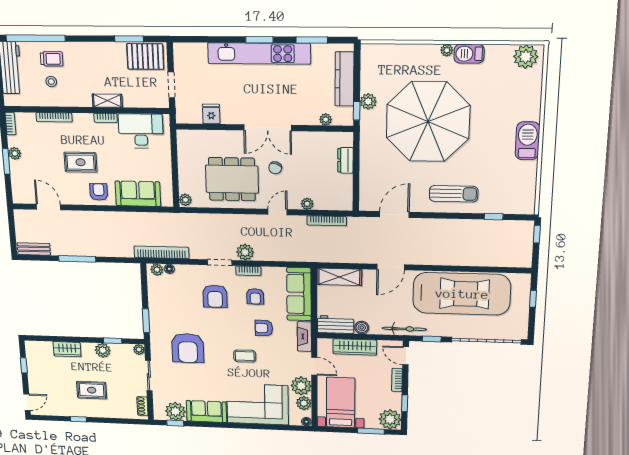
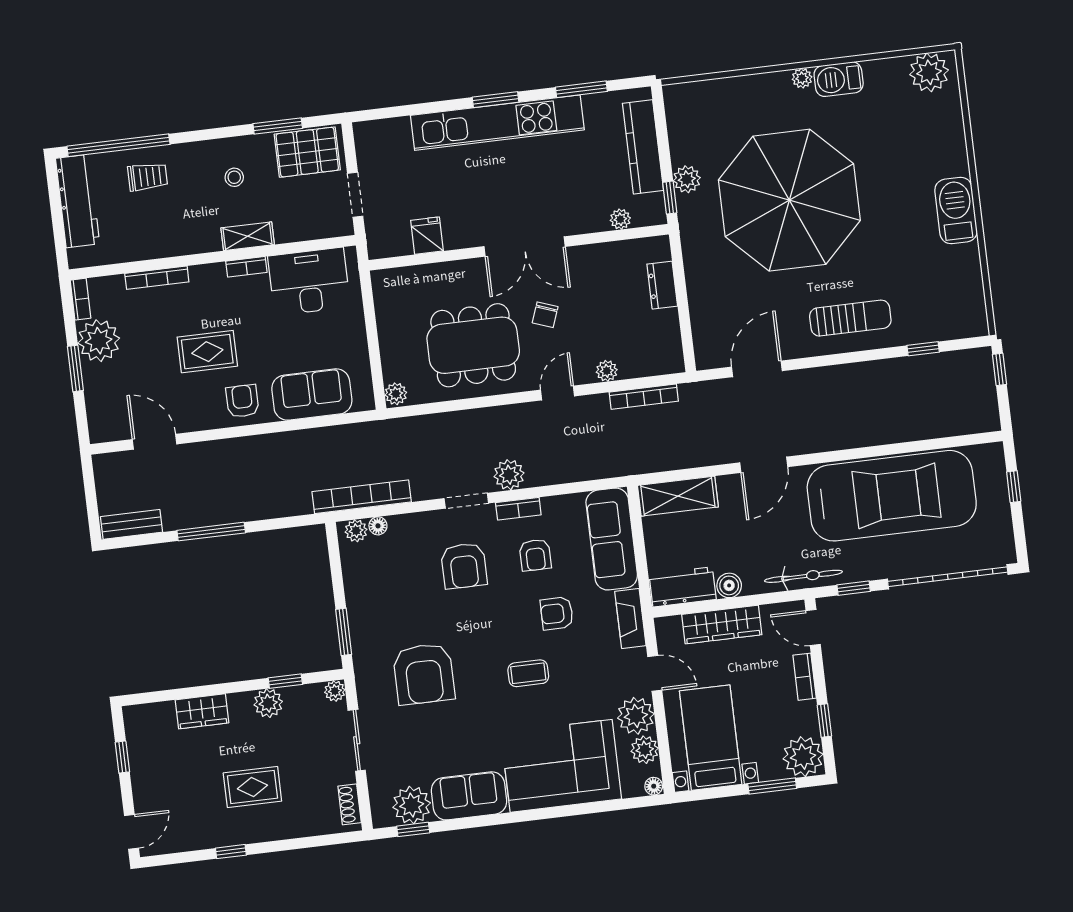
stool: (51, 82) -> (234, 177), moved
plant: (15, 153) -> (99, 341), width x1.87, depth x1.87

